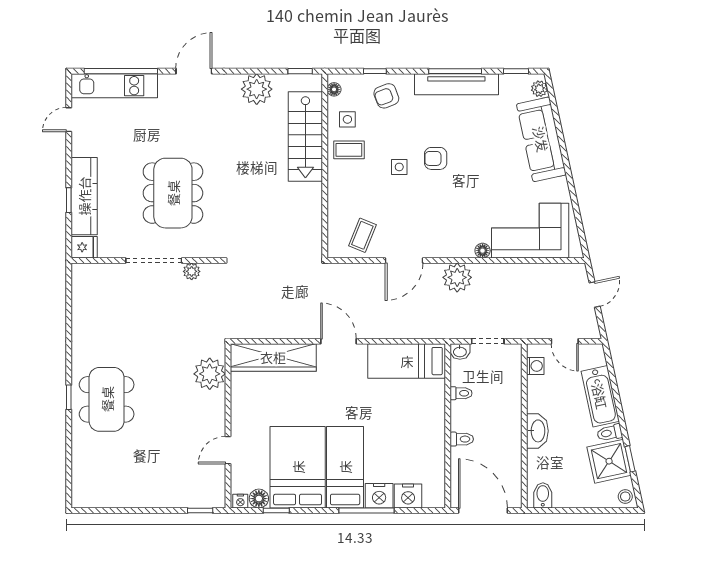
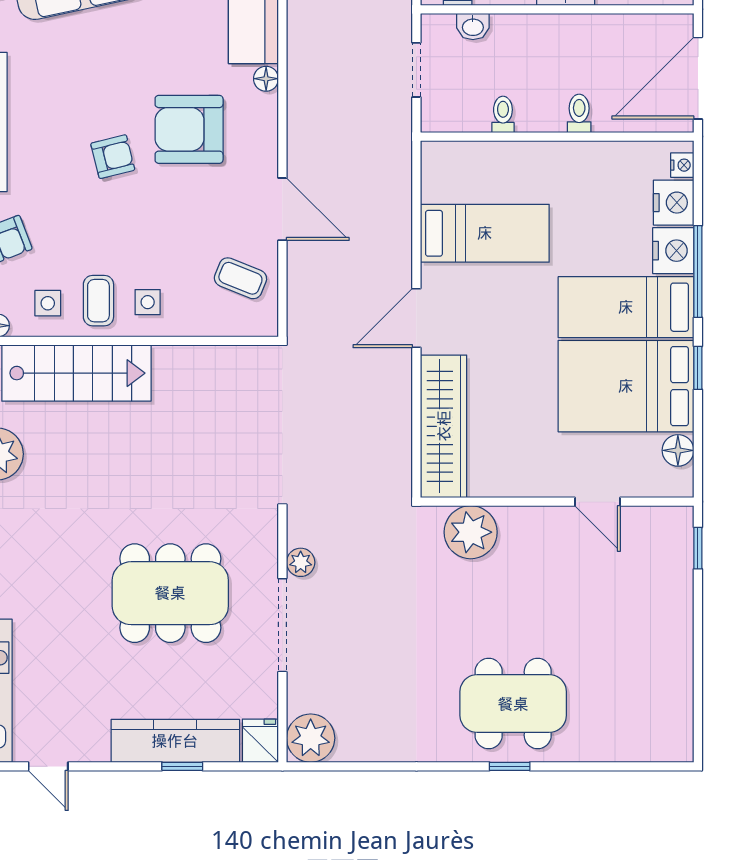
armchair: (436, 158) -> (113, 157), turned -104
side table: (399, 167) -> (148, 302), moved
armchair: (452, 204) -> (189, 129), added
plant: (457, 277) -> (311, 738), moved
washbasin: (460, 352) -> (473, 26), moved, turned 90
bed: (407, 361) -> (485, 233), moved, turned -90
nightstand: (240, 501) -> (682, 165), moved
window: (276, 510) -> (698, 368), moved

